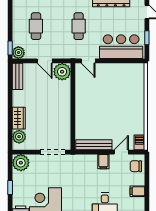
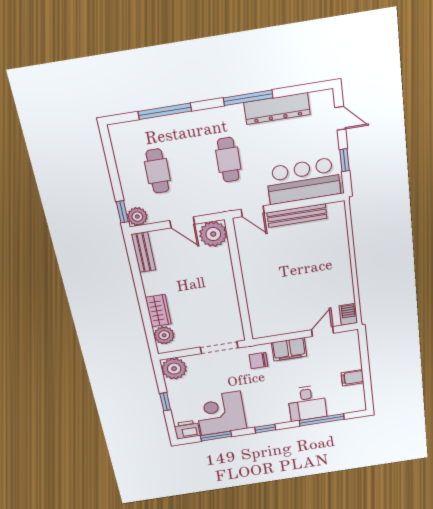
bench: (94, 145) -> (297, 215), moved
filing cabinet: (103, 162) -> (289, 349), width x2.00
chair: (136, 166) -> (259, 361), moved

